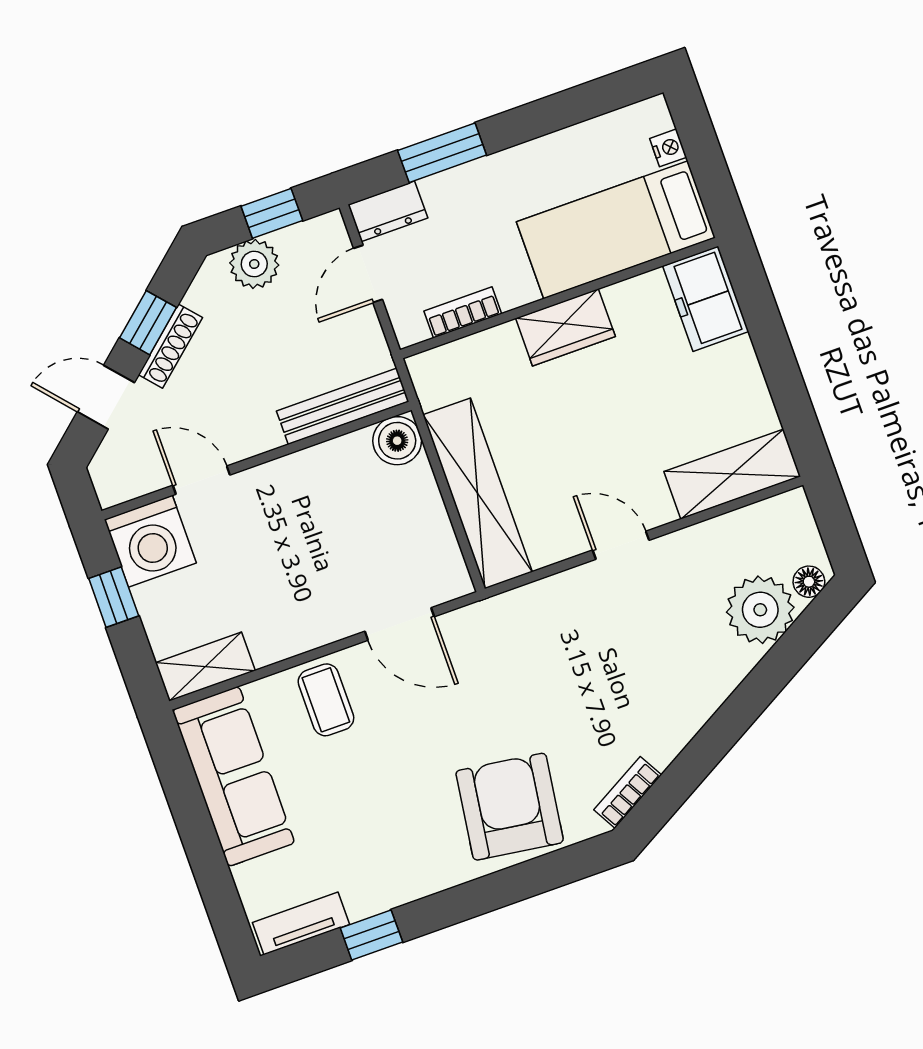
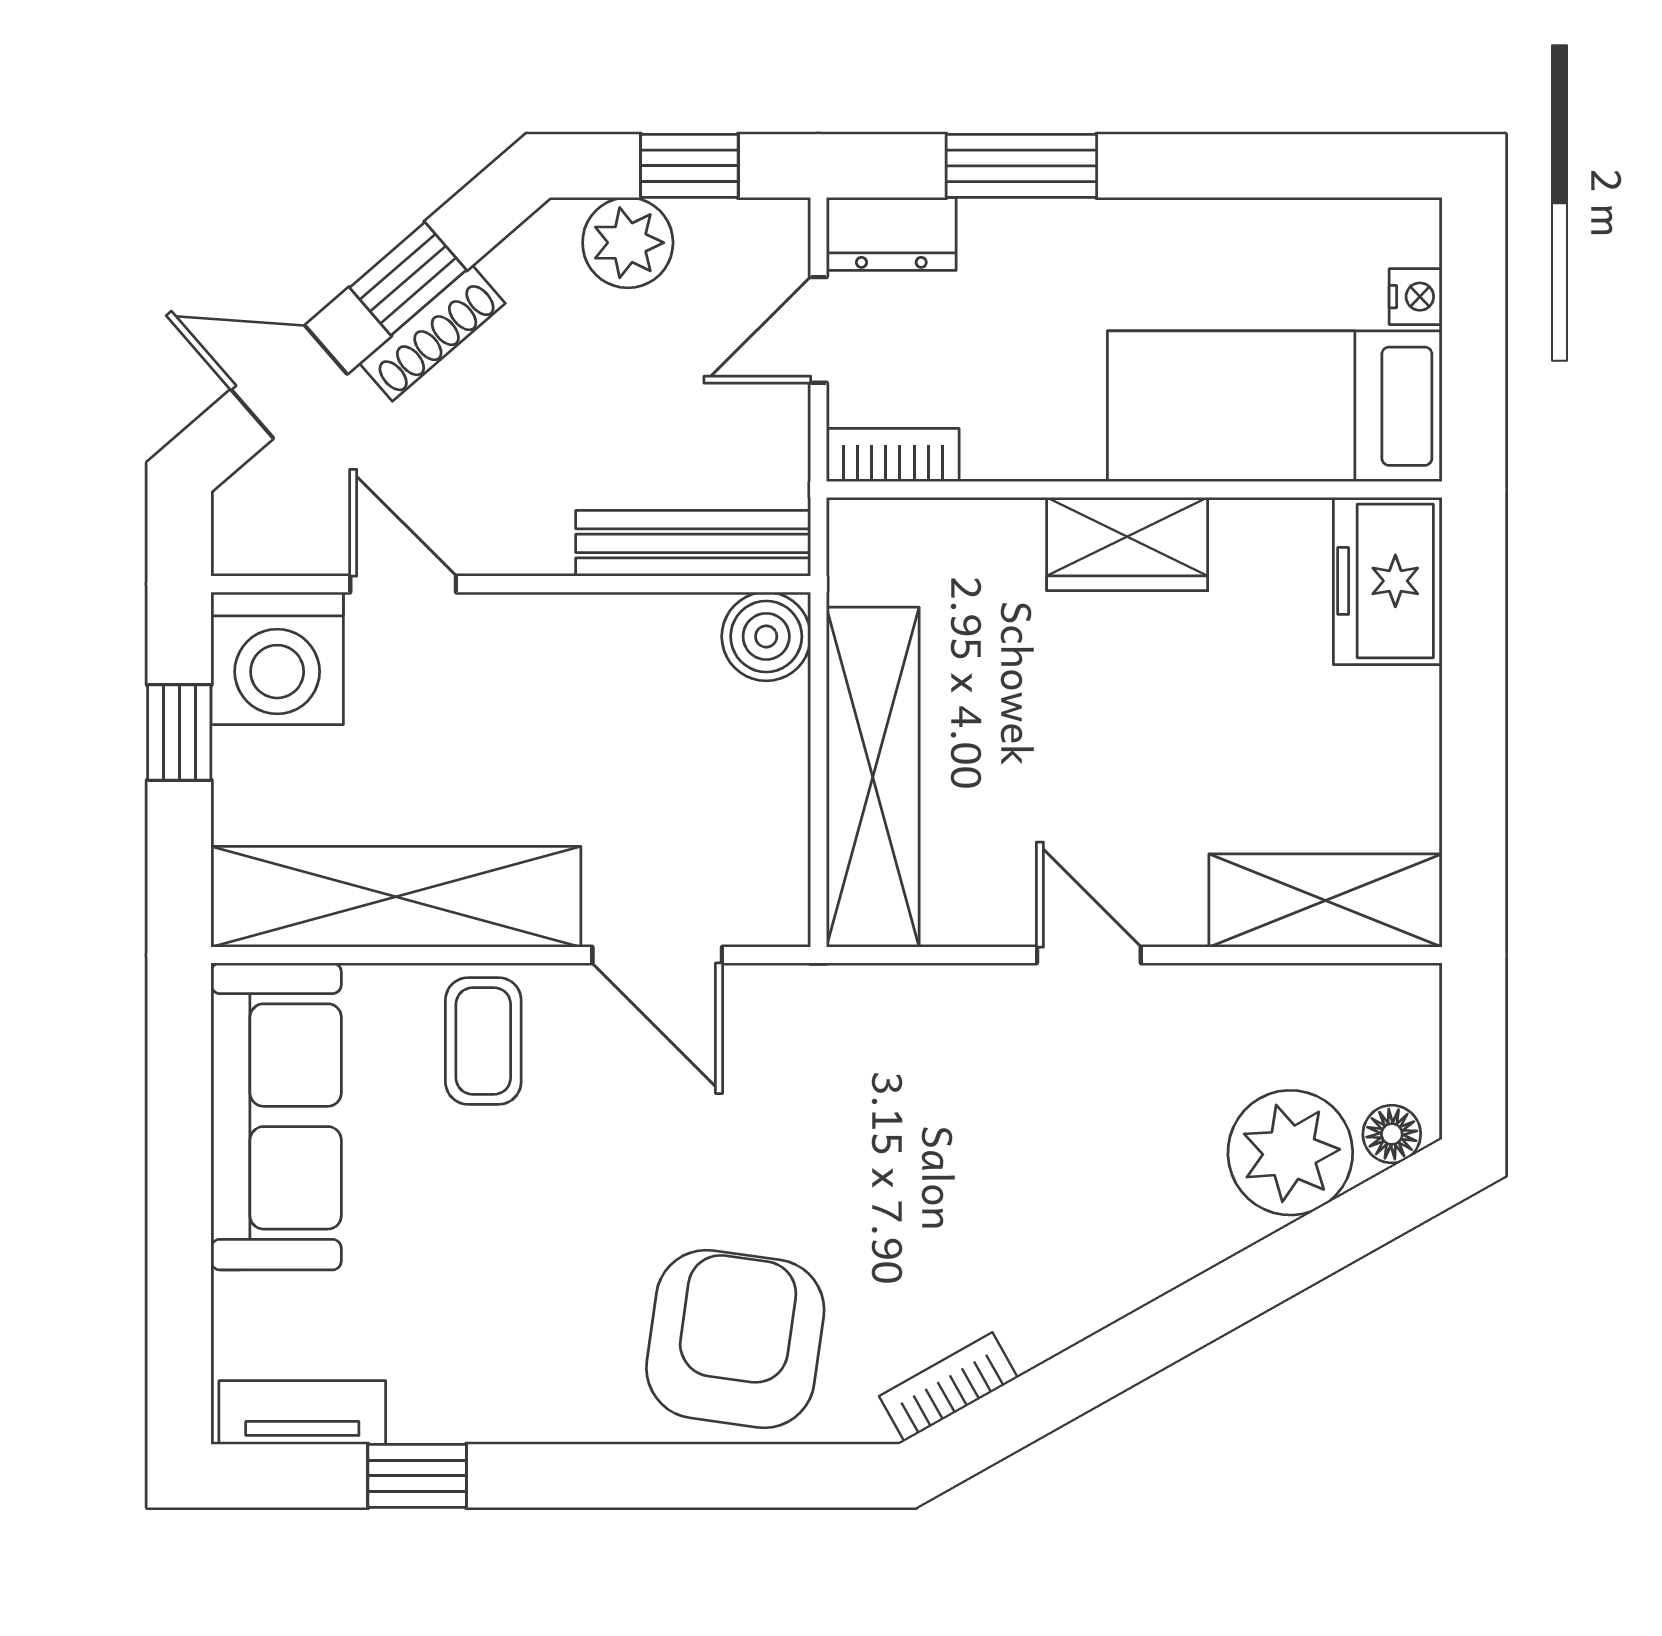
bookcase: (463, 312) -> (893, 455), moved
shelving: (205, 667) -> (396, 897), width x2.20, depth x1.33

